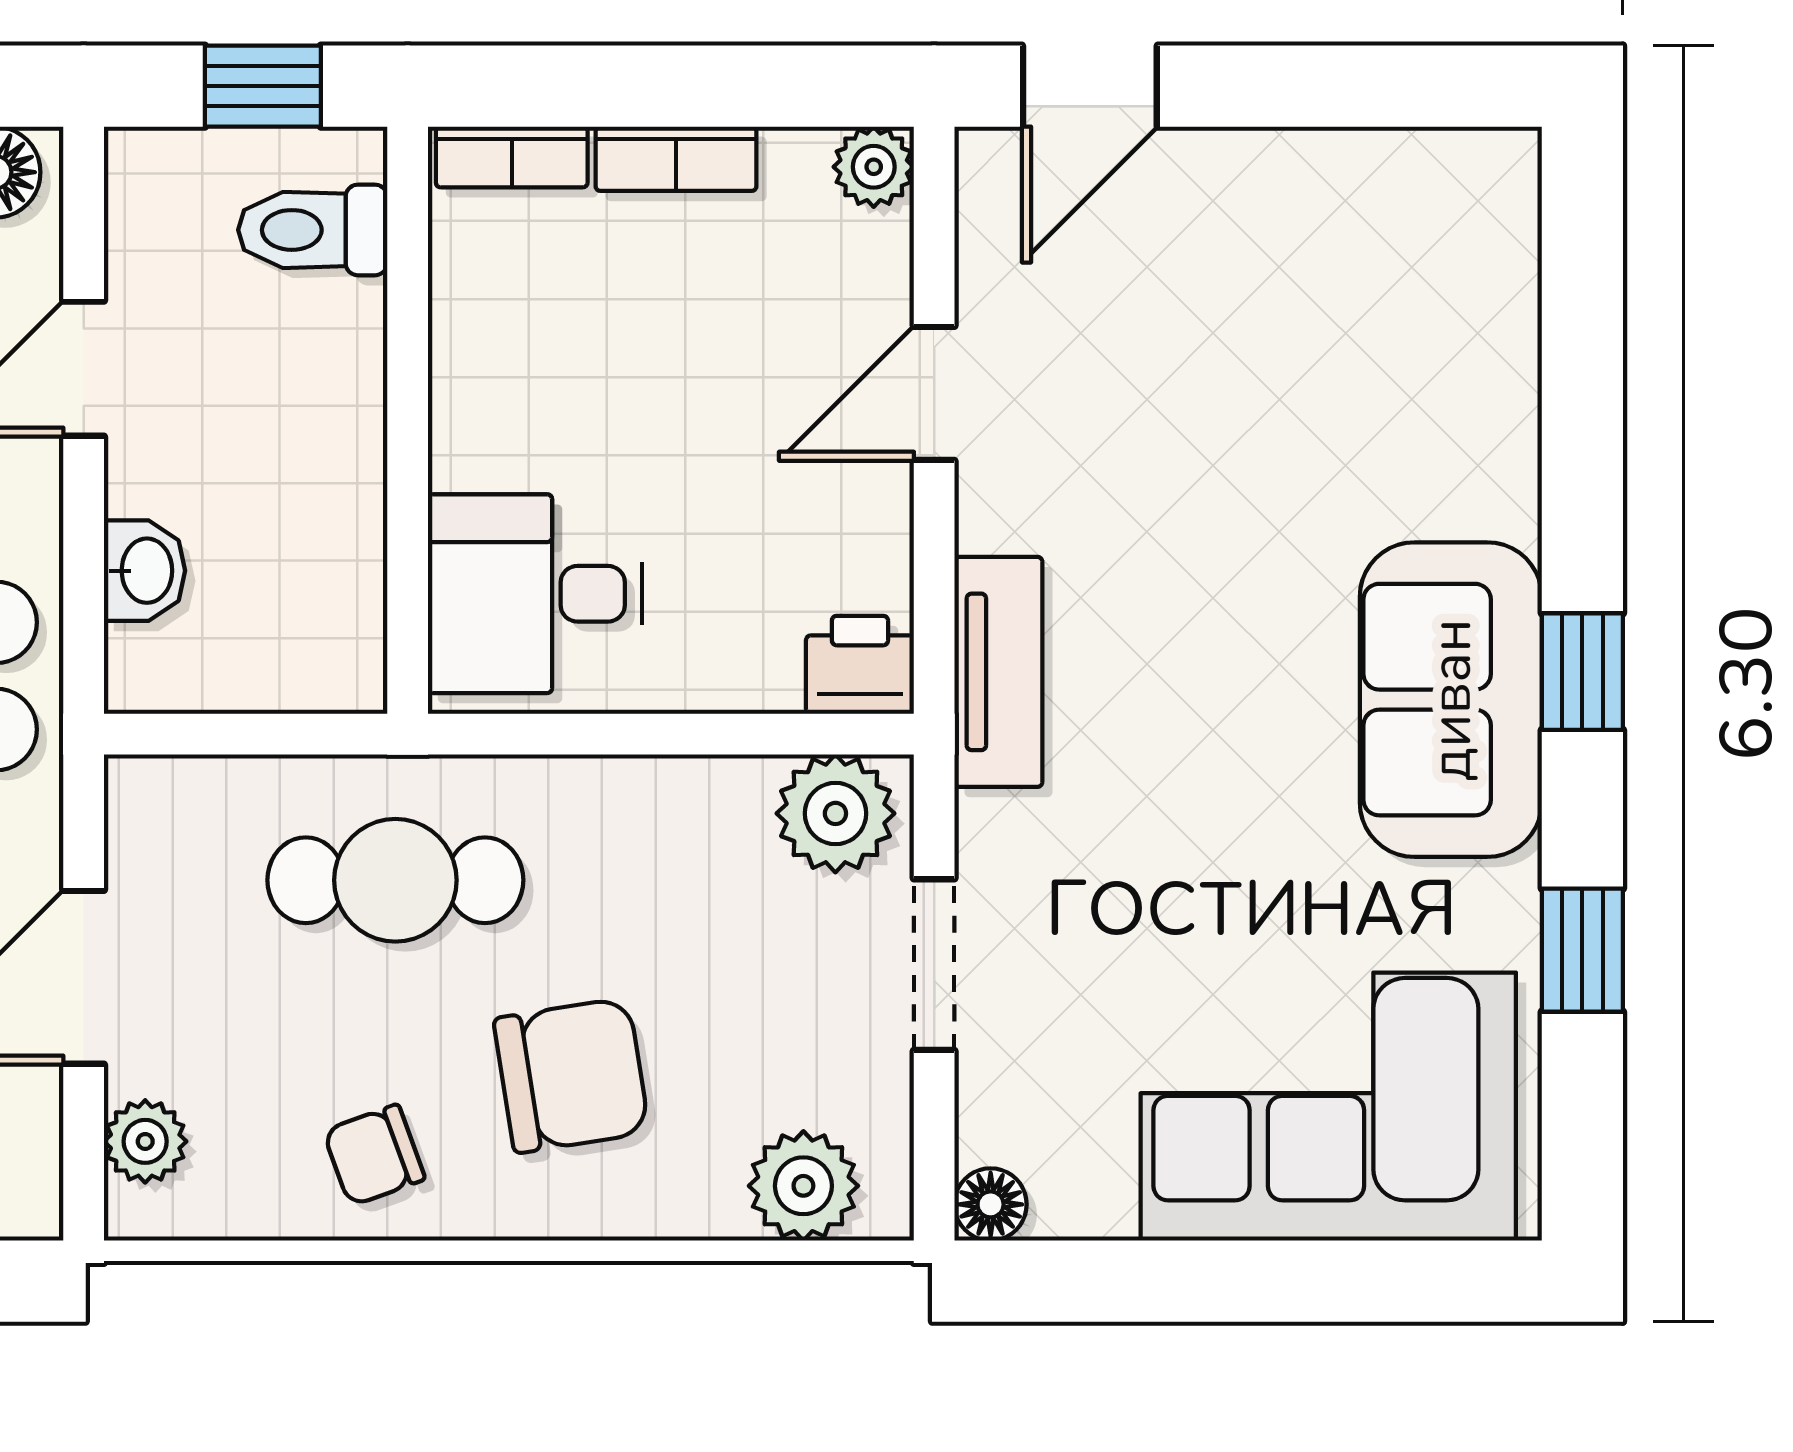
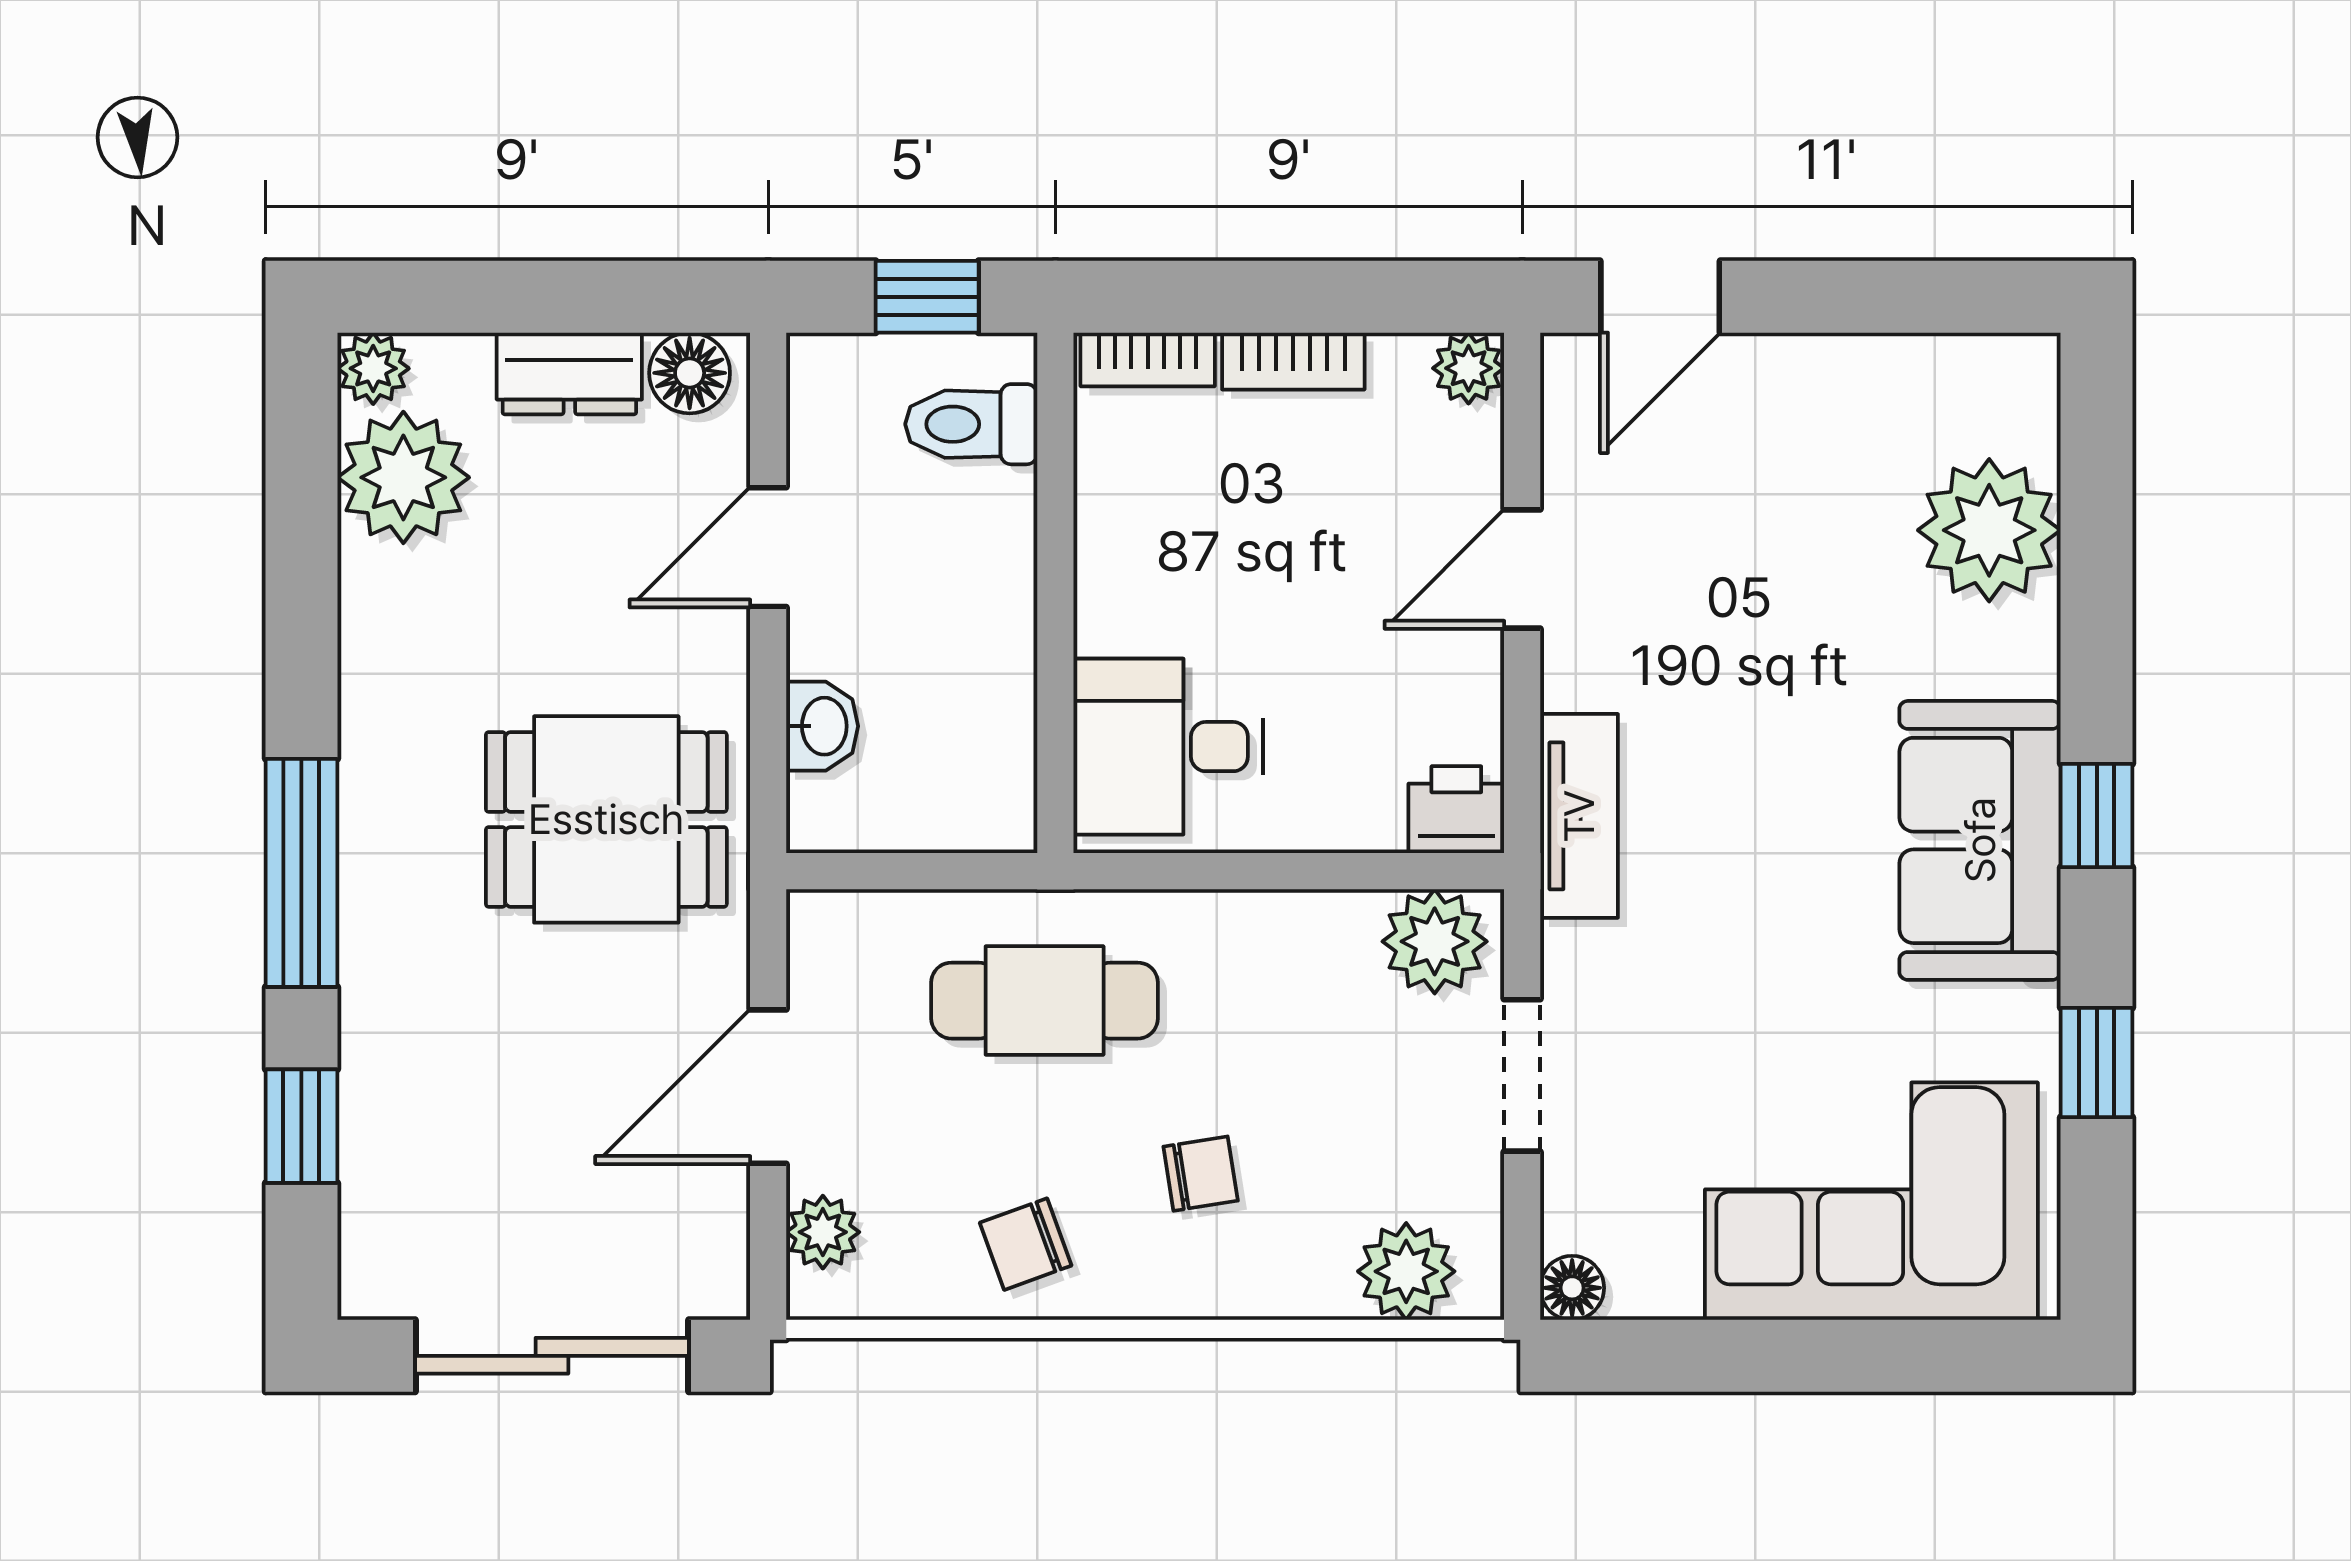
plant: (1461, 350) -> (1989, 530), added
chair: (571, 1076) -> (1201, 1174), width x0.54, depth x0.54

